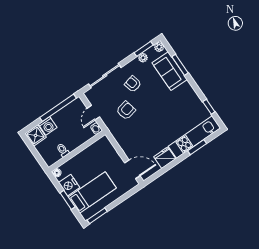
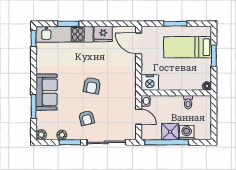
window: (144, 49) -> (70, 142), moved
sofa: (170, 71) -> (47, 92), moved
window: (209, 107) -> (34, 39), moved
armchair: (126, 110) -> (92, 86), moved, turned -68
door: (93, 113) -> (139, 117), hinge flipped
shower: (36, 135) -> (170, 132), moved
nightstand: (69, 185) -> (150, 83), moved, turned 90
window: (97, 216) -> (175, 24), moved

